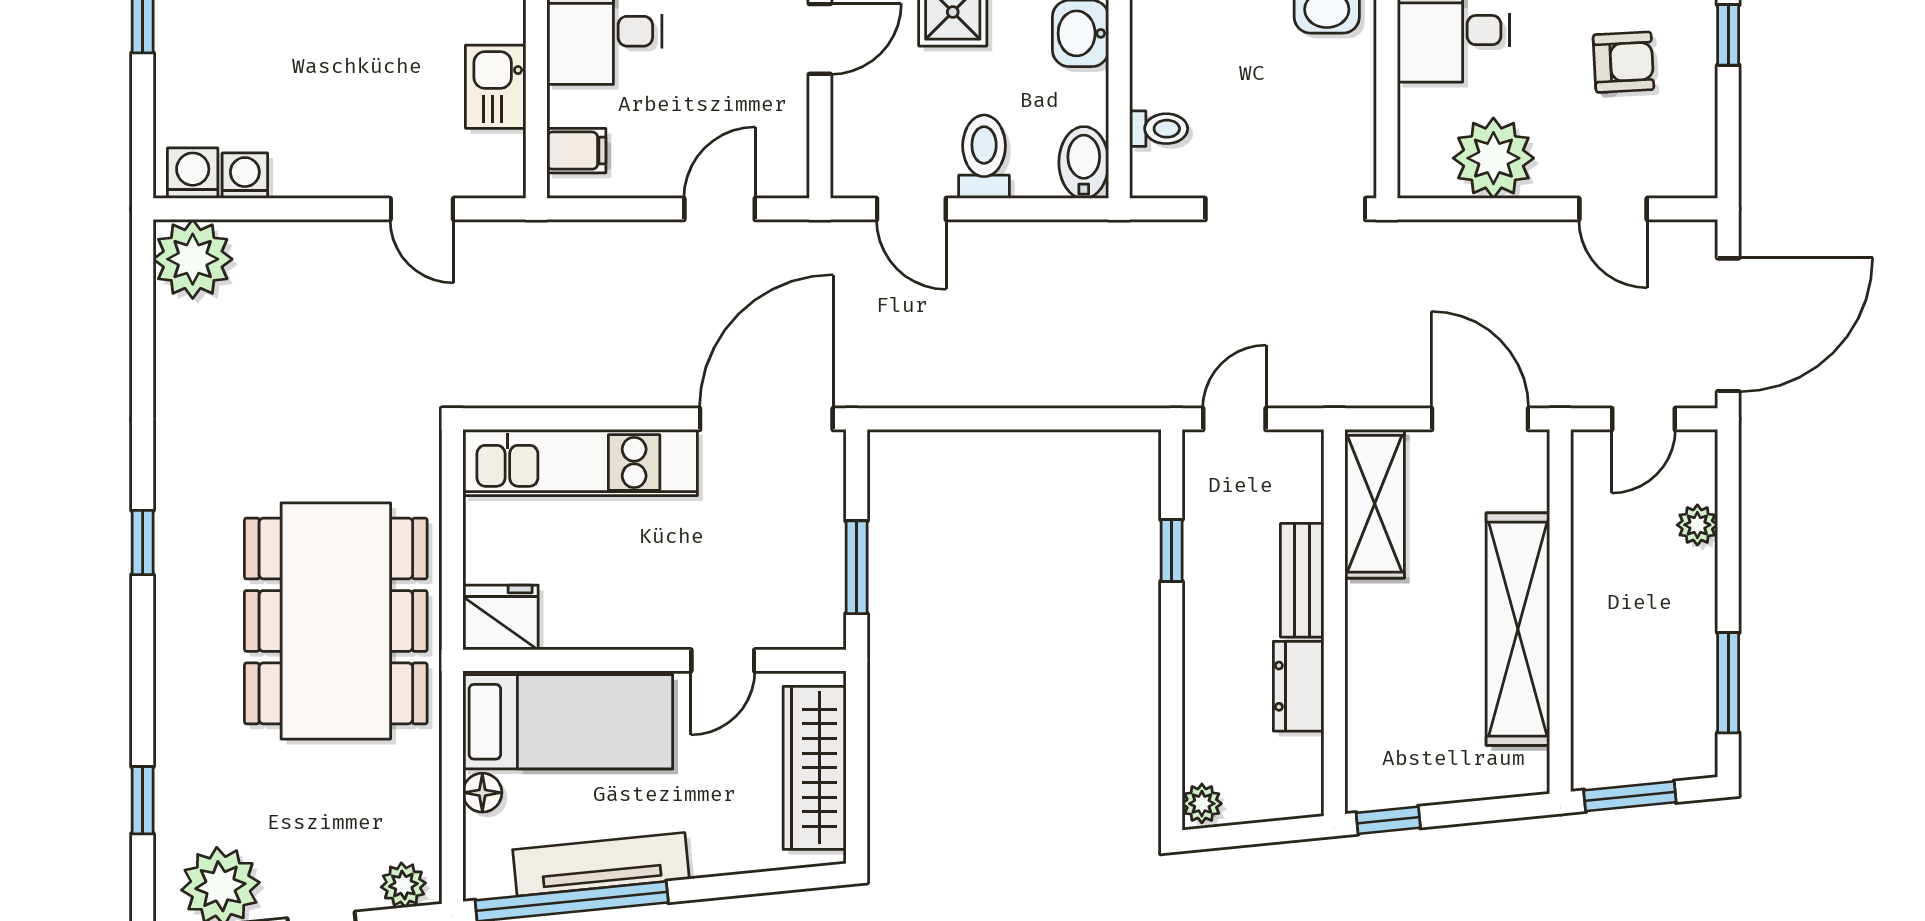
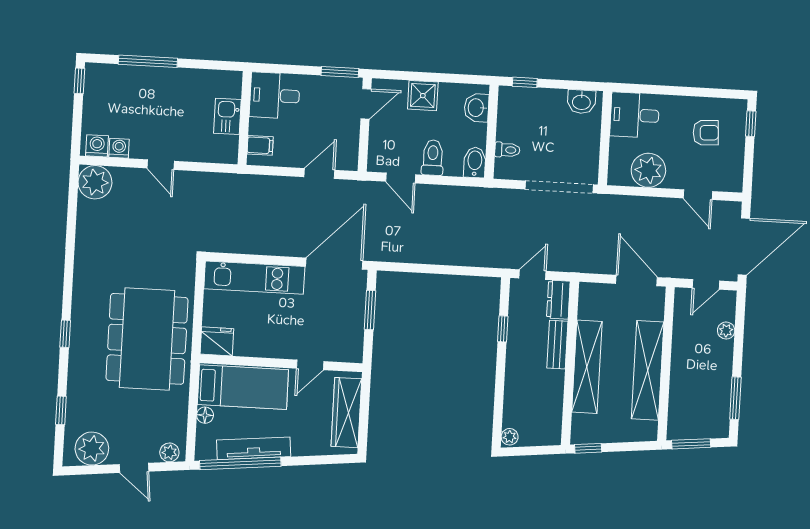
door: (422, 209) -> (161, 165), moved
shelving: (1375, 504) -> (587, 367), moved, width x1.47
window: (143, 543) -> (65, 334), moved
window: (857, 567) -> (370, 310), moved
dresser: (1299, 686) -> (558, 300), moved

